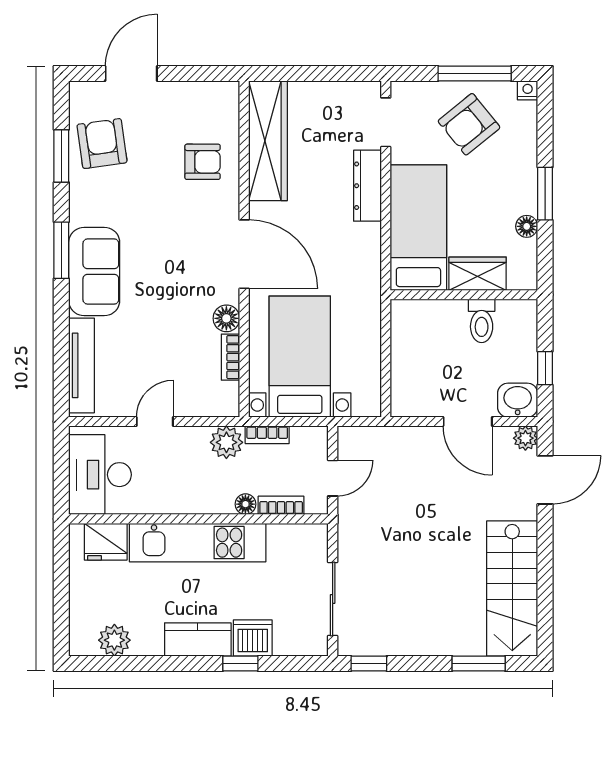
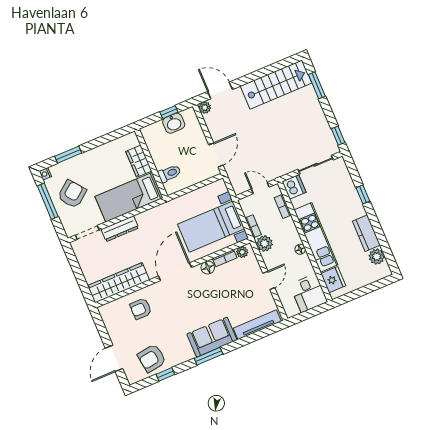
door: (131, 73) -> (114, 358), hinge flipped
armchair: (469, 124) -> (72, 194), turned -89
window: (61, 156) -> (165, 374), width x0.67
armchair: (203, 162) -> (141, 309), turned -90
window: (545, 194) -> (68, 155), moved
floor lamp: (527, 226) -> (108, 148), removed
toilet: (482, 321) -> (169, 174), moved
plant: (228, 394) -> (242, 252), added
washbasin: (518, 400) -> (174, 123), moved, turned -90
door: (155, 422) -> (269, 280), swing flipped
door: (468, 422) -> (216, 155), moved
desk: (100, 475) -> (309, 293), width x0.73
floor lamp: (245, 504) -> (300, 249), moved
dishwasher: (253, 638) -> (294, 187), moved, turned 180
kitchen counter: (198, 639) -> (366, 233), moved

